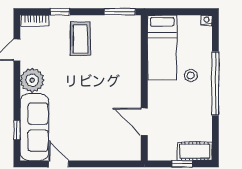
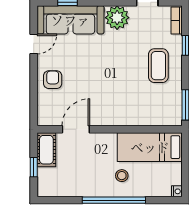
coffee table: (80, 39) -> (158, 66), turned 90
armchair: (94, 145) -> (53, 80), added
cot: (195, 151) -> (46, 150), moved

